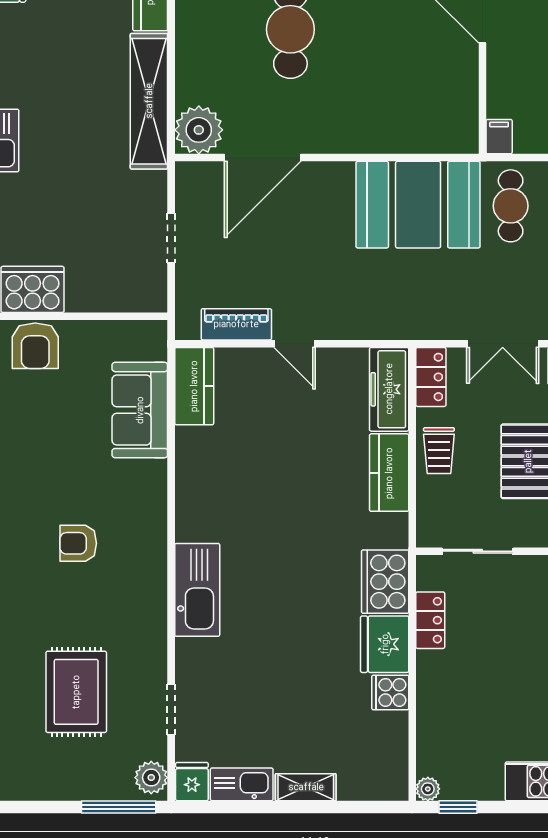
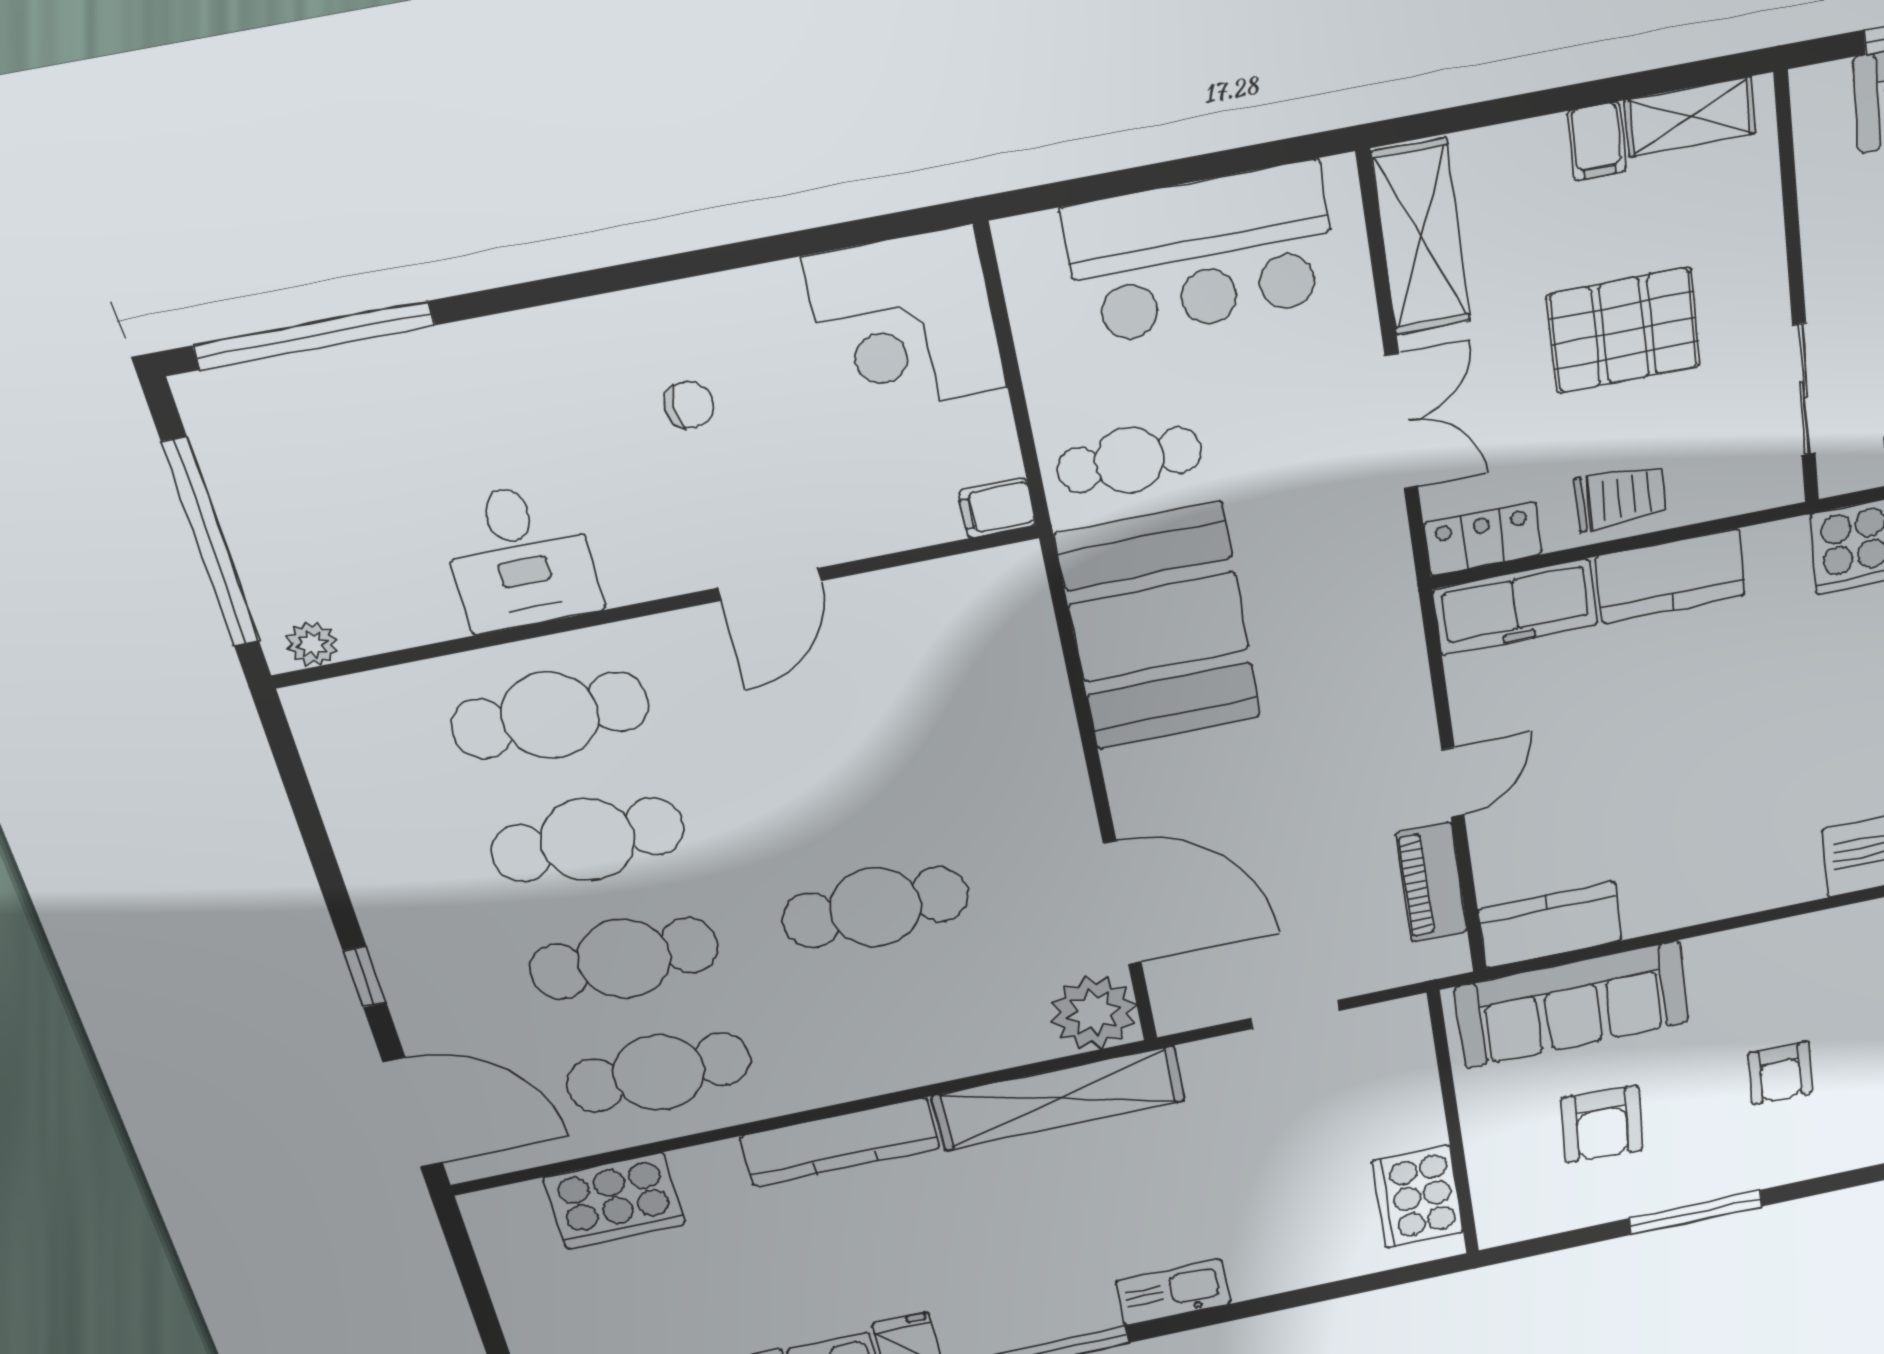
armchair: (35, 346) -> (1602, 1124), moved, turned 93
sofa: (140, 410) -> (1572, 1005), width x1.36
armchair: (78, 543) -> (1780, 1073), moved

